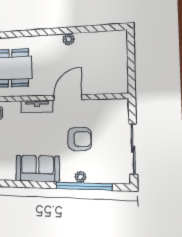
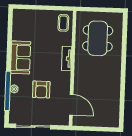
plant: (68, 39) -> (116, 85), removed
door: (68, 97) -> (71, 105), moved

